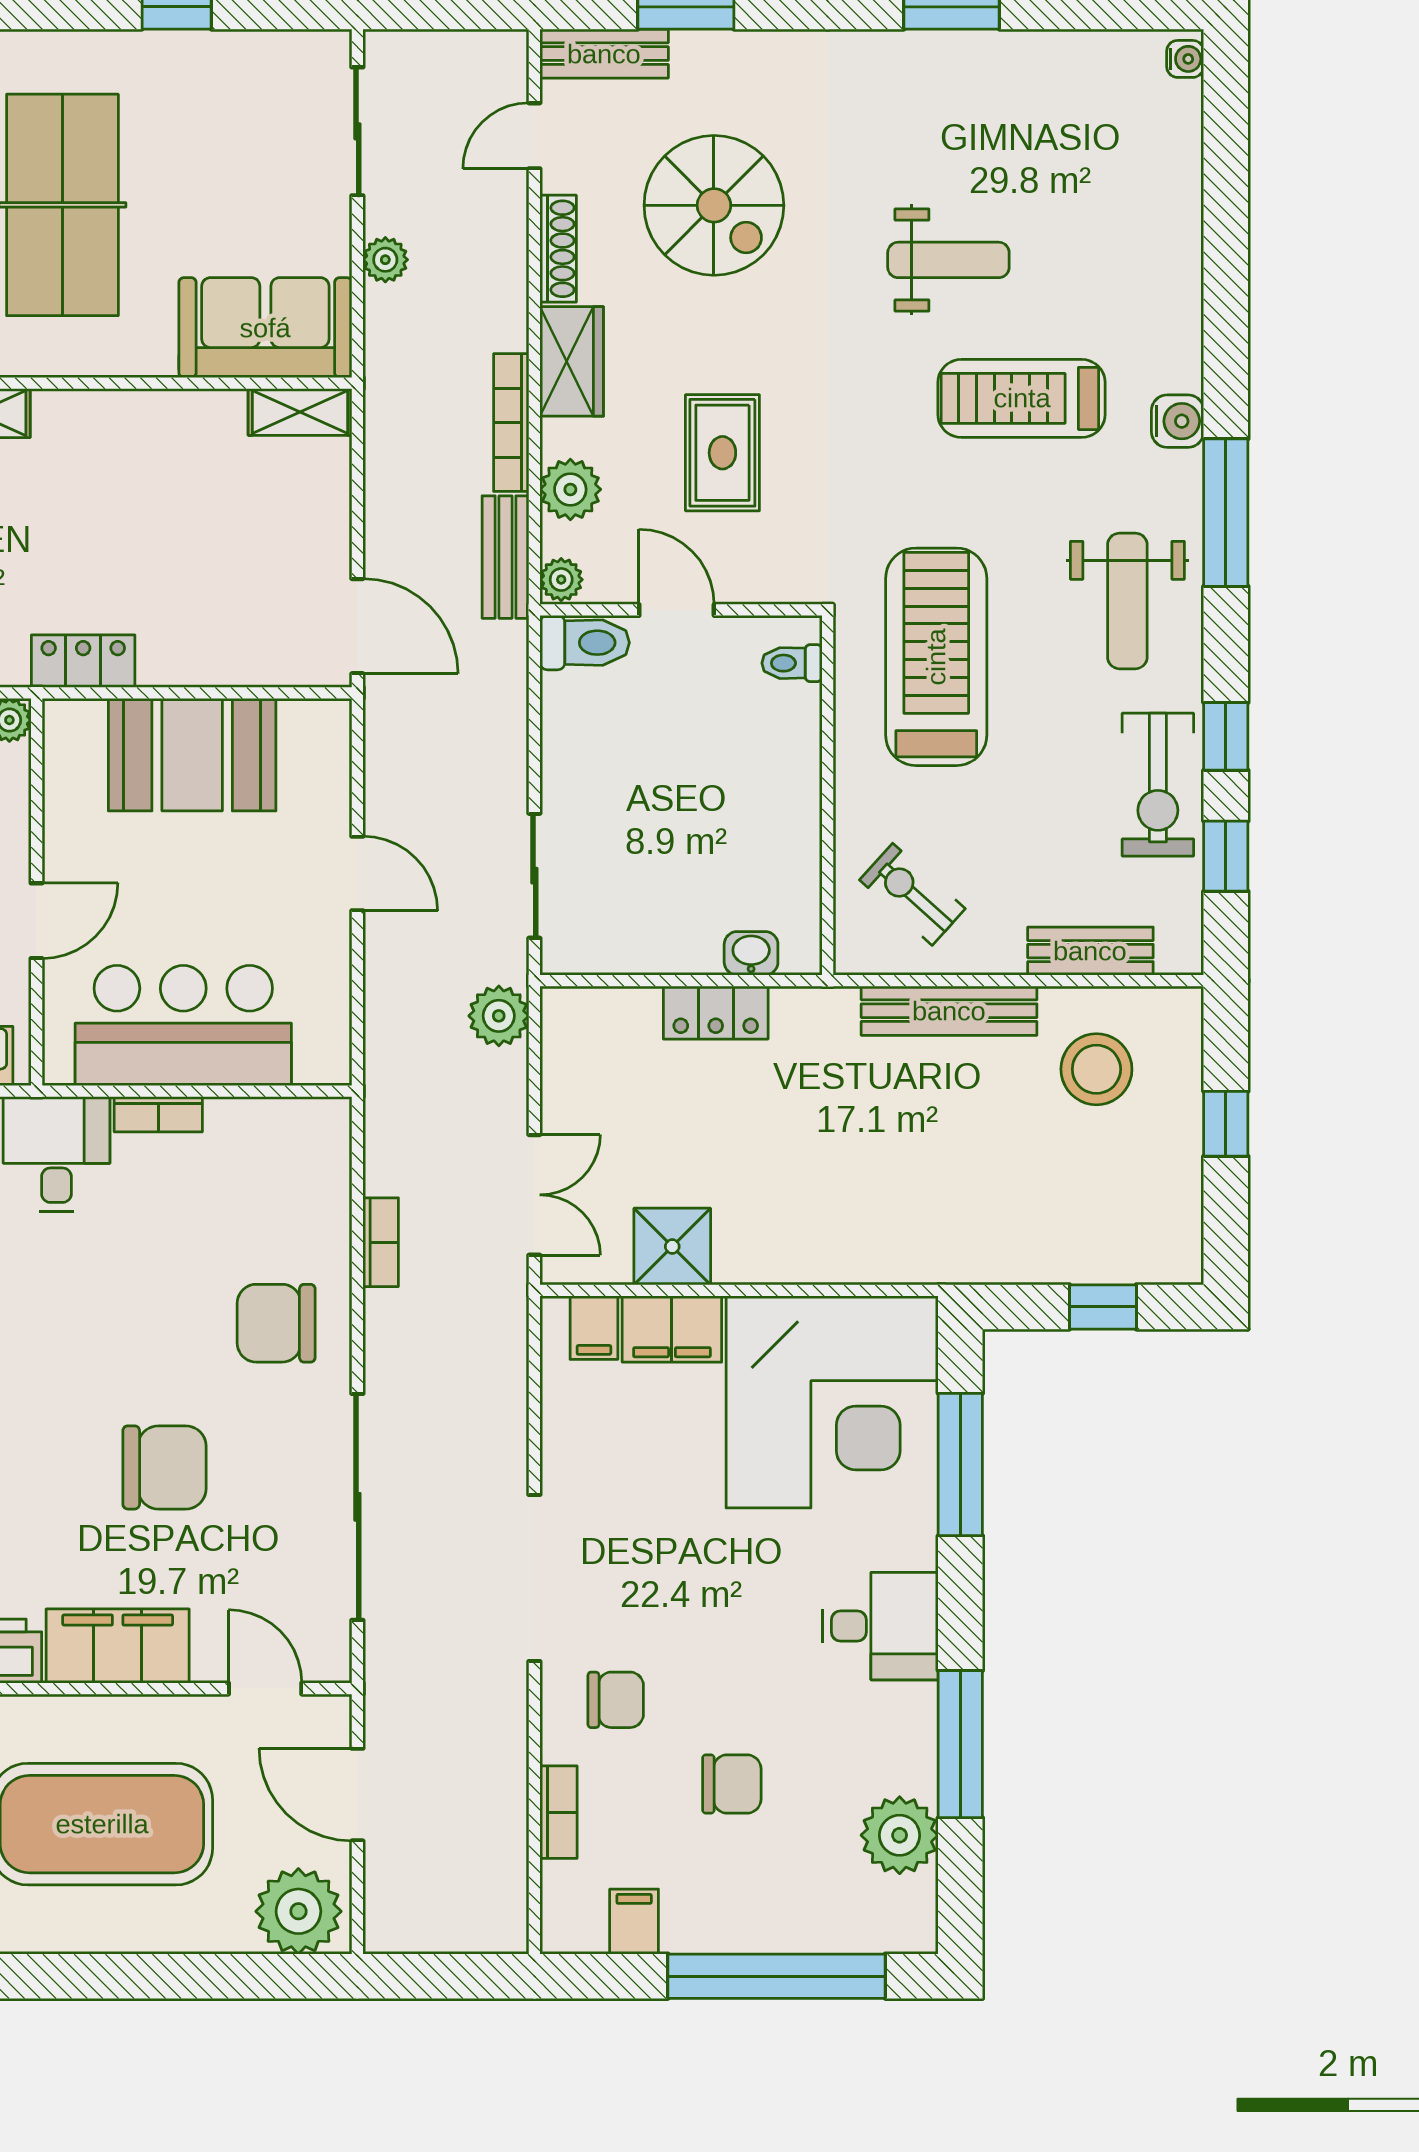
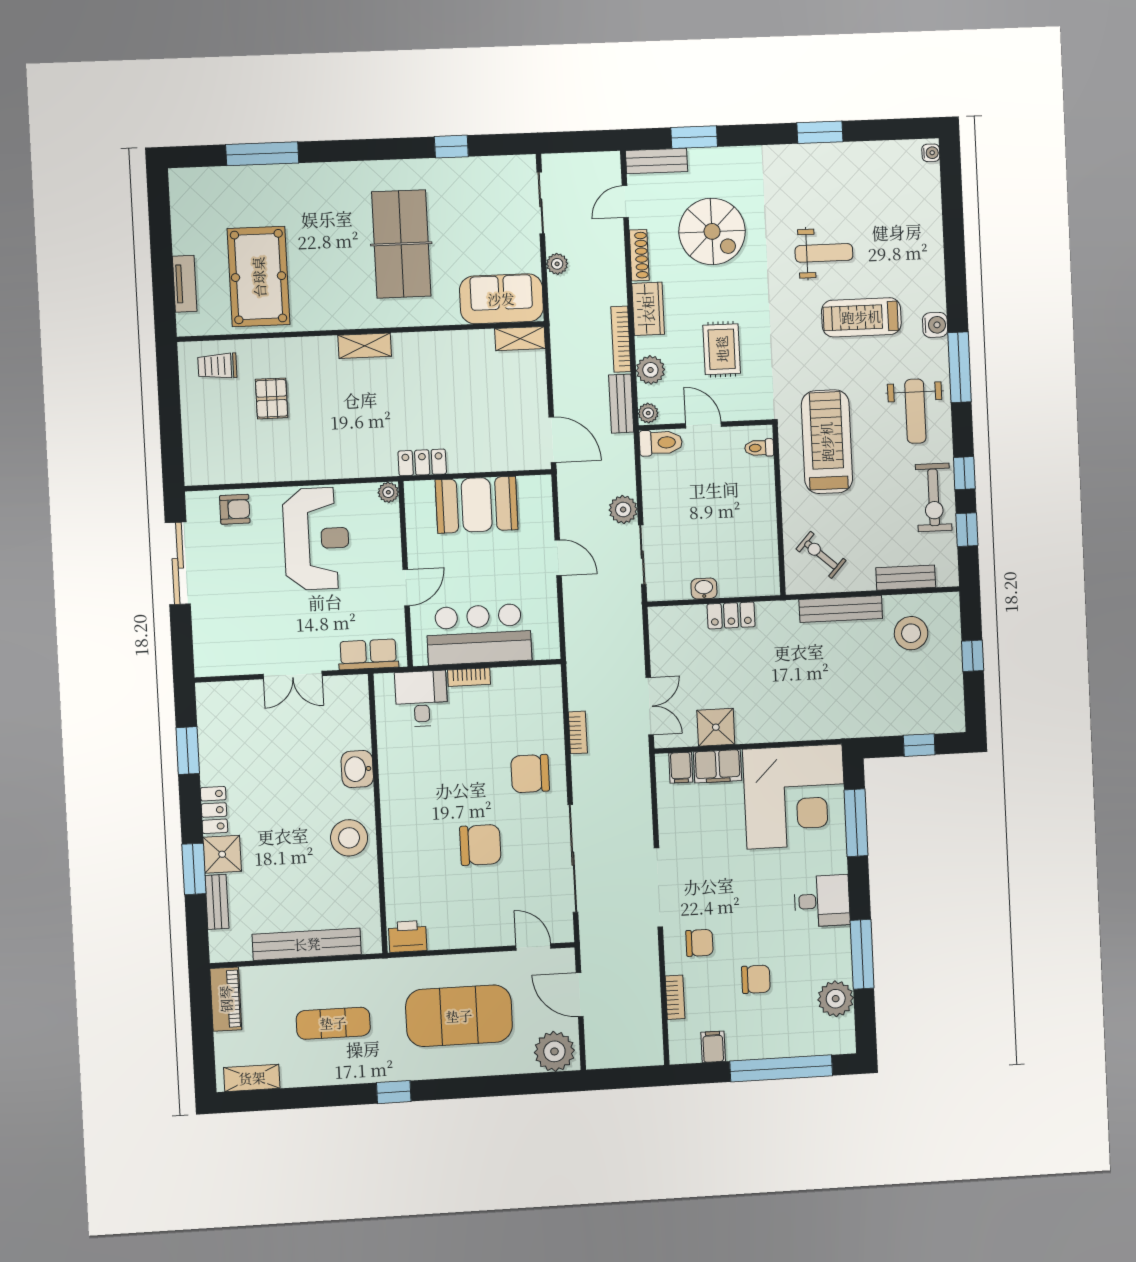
washbasin: (751, 953) -> (704, 589), moved
plant: (499, 1016) -> (623, 510), moved
filing cabinet: (118, 1646) -> (462, 931), removed

